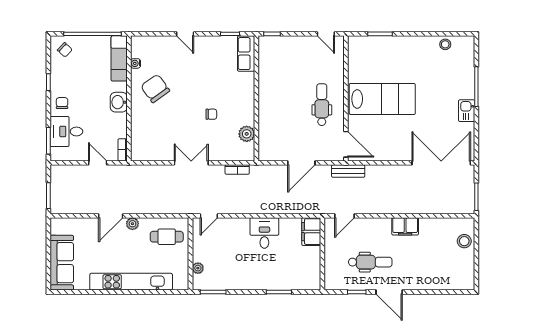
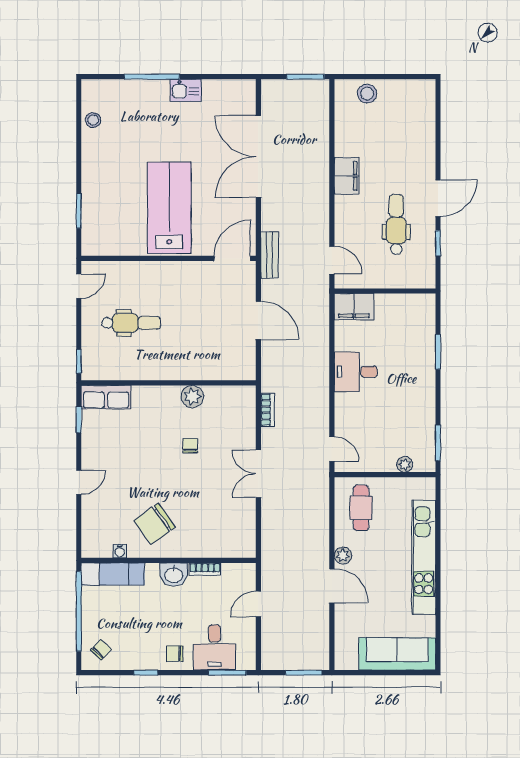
dental chair: (322, 105) -> (131, 323), moved, turned 180
plant: (247, 134) -> (192, 397), moved
bookcase: (123, 150) -> (205, 569), moved
double door: (441, 163) -> (258, 157), moved

